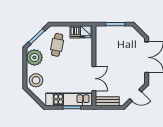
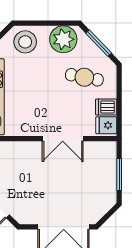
double door: (94, 79) -> (63, 139), moved

